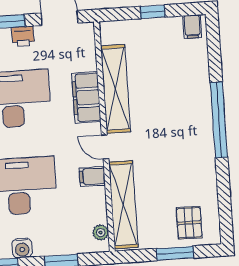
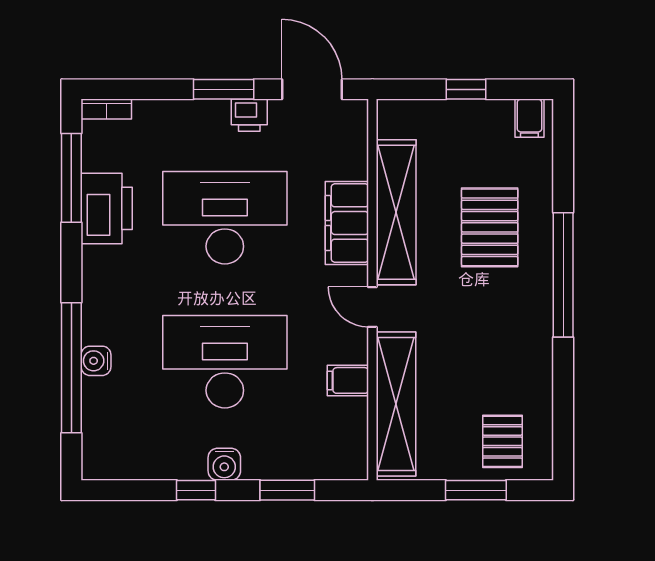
pallet: (173, 94) -> (490, 227), added
filing cabinet: (92, 176) -> (348, 380), moved
plant: (101, 233) -> (355, 447), removed

